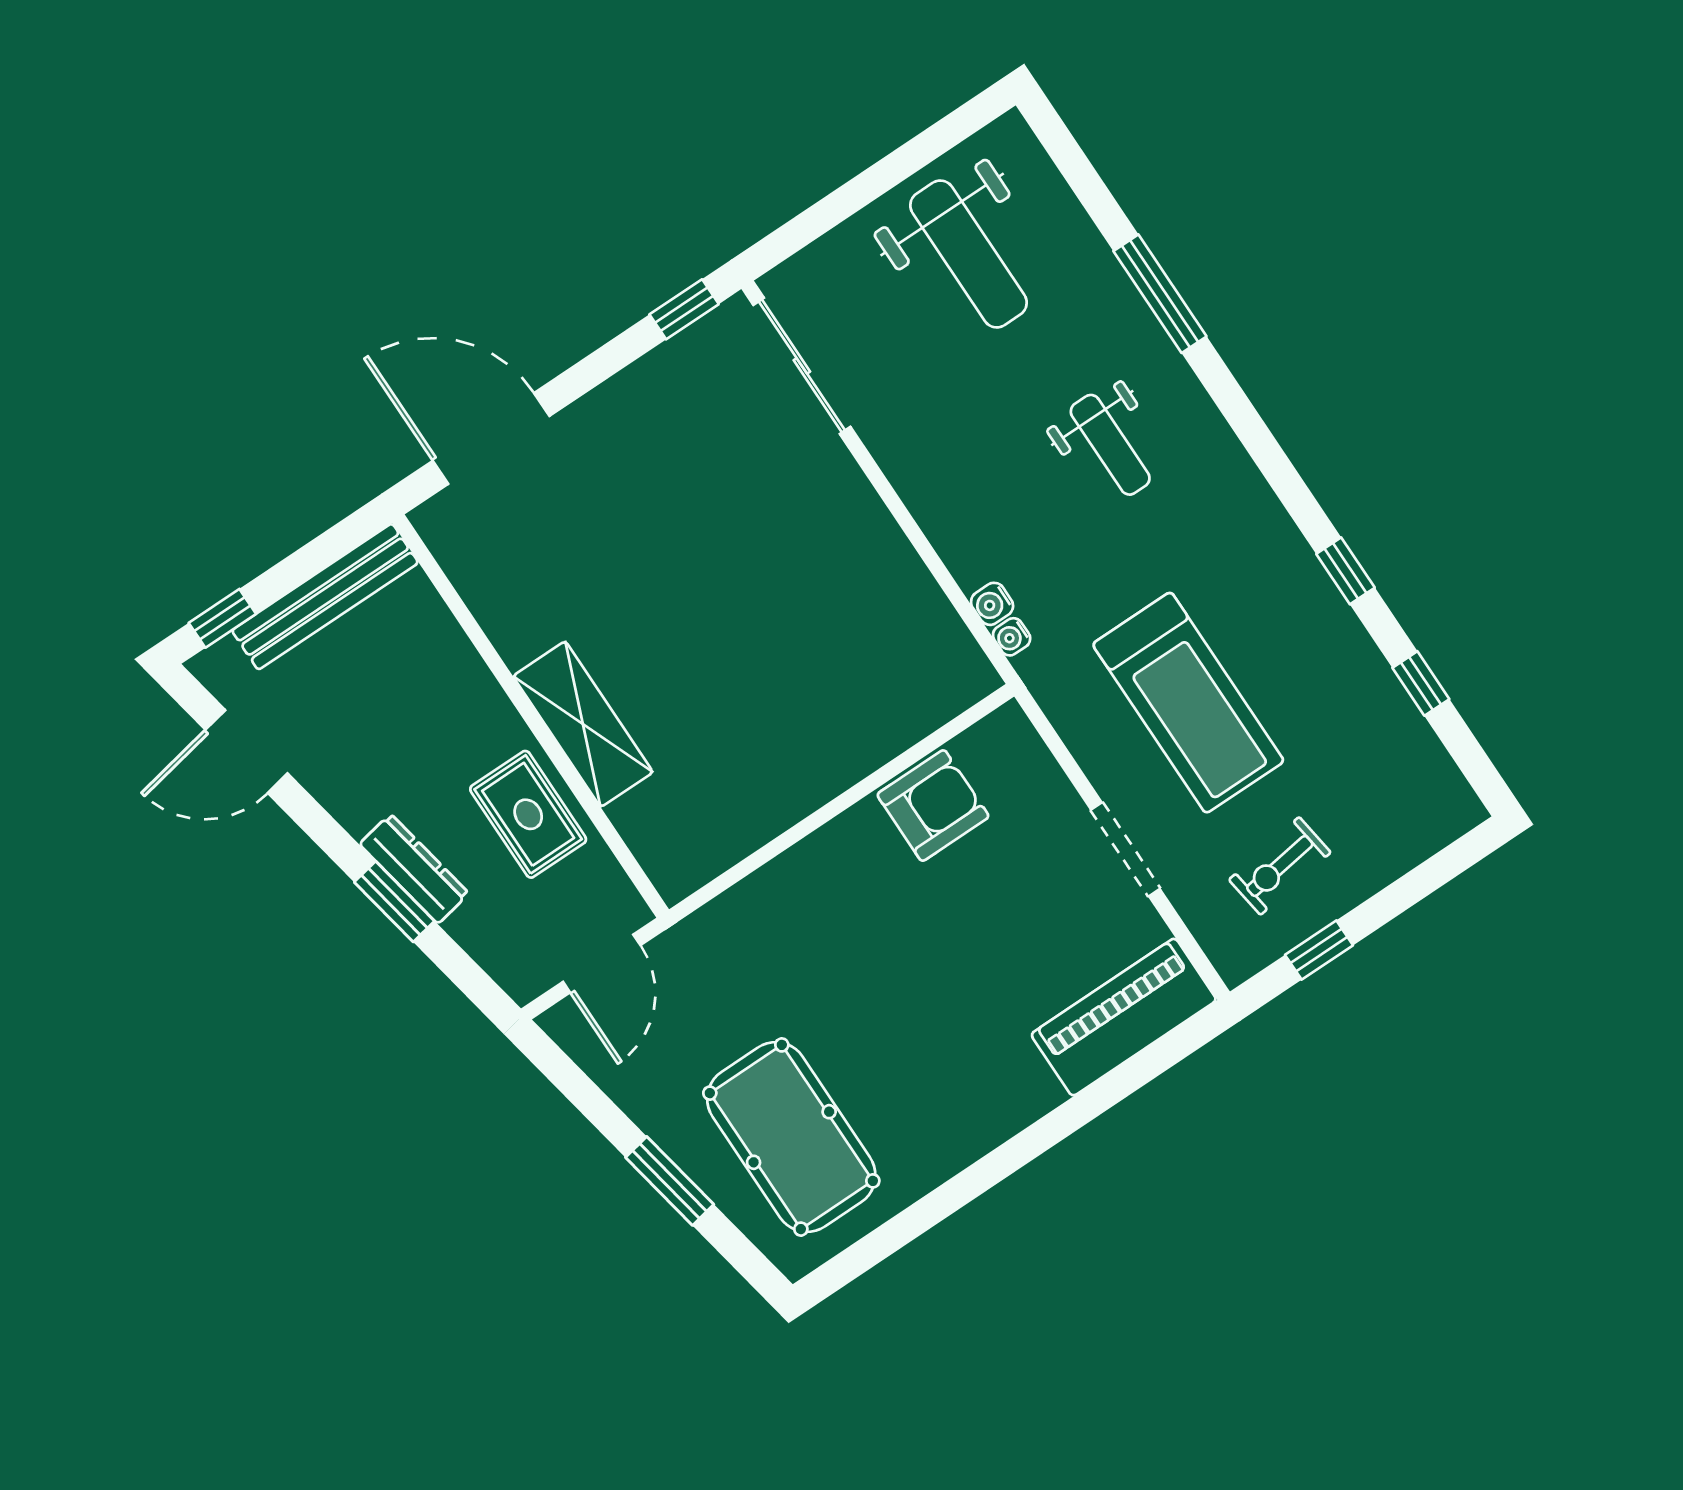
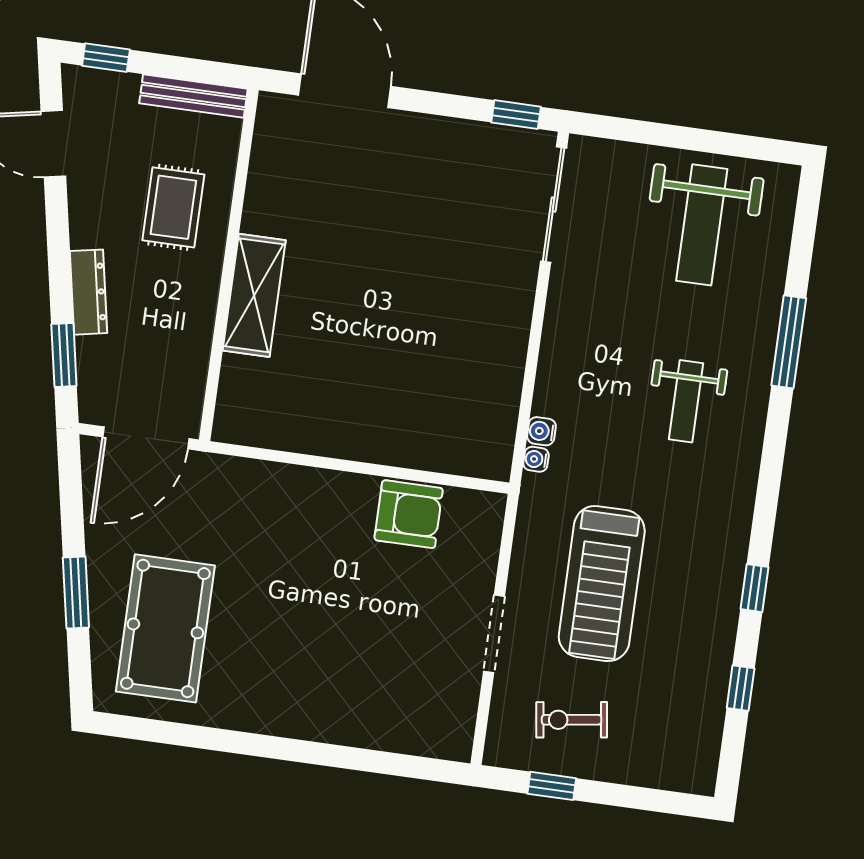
bench: (325, 597) -> (193, 96), width x0.73, depth x0.82
rug: (528, 814) -> (173, 207), moved
window: (394, 902) -> (64, 355), moved
door: (602, 964) -> (146, 438), width x1.36
piano: (1124, 1017) -> (410, 726), removed

